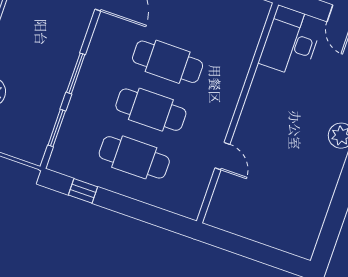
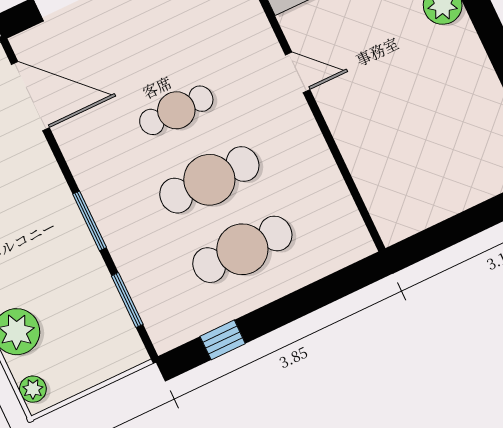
cafe table: (168, 62) -> (176, 110), width x0.73, depth x0.74
door: (222, 156) -> (298, 72), moved

